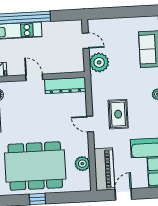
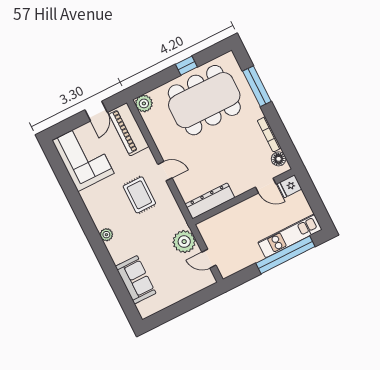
door: (34, 77) -> (266, 186), moved
plant: (82, 164) -> (144, 103), moved

